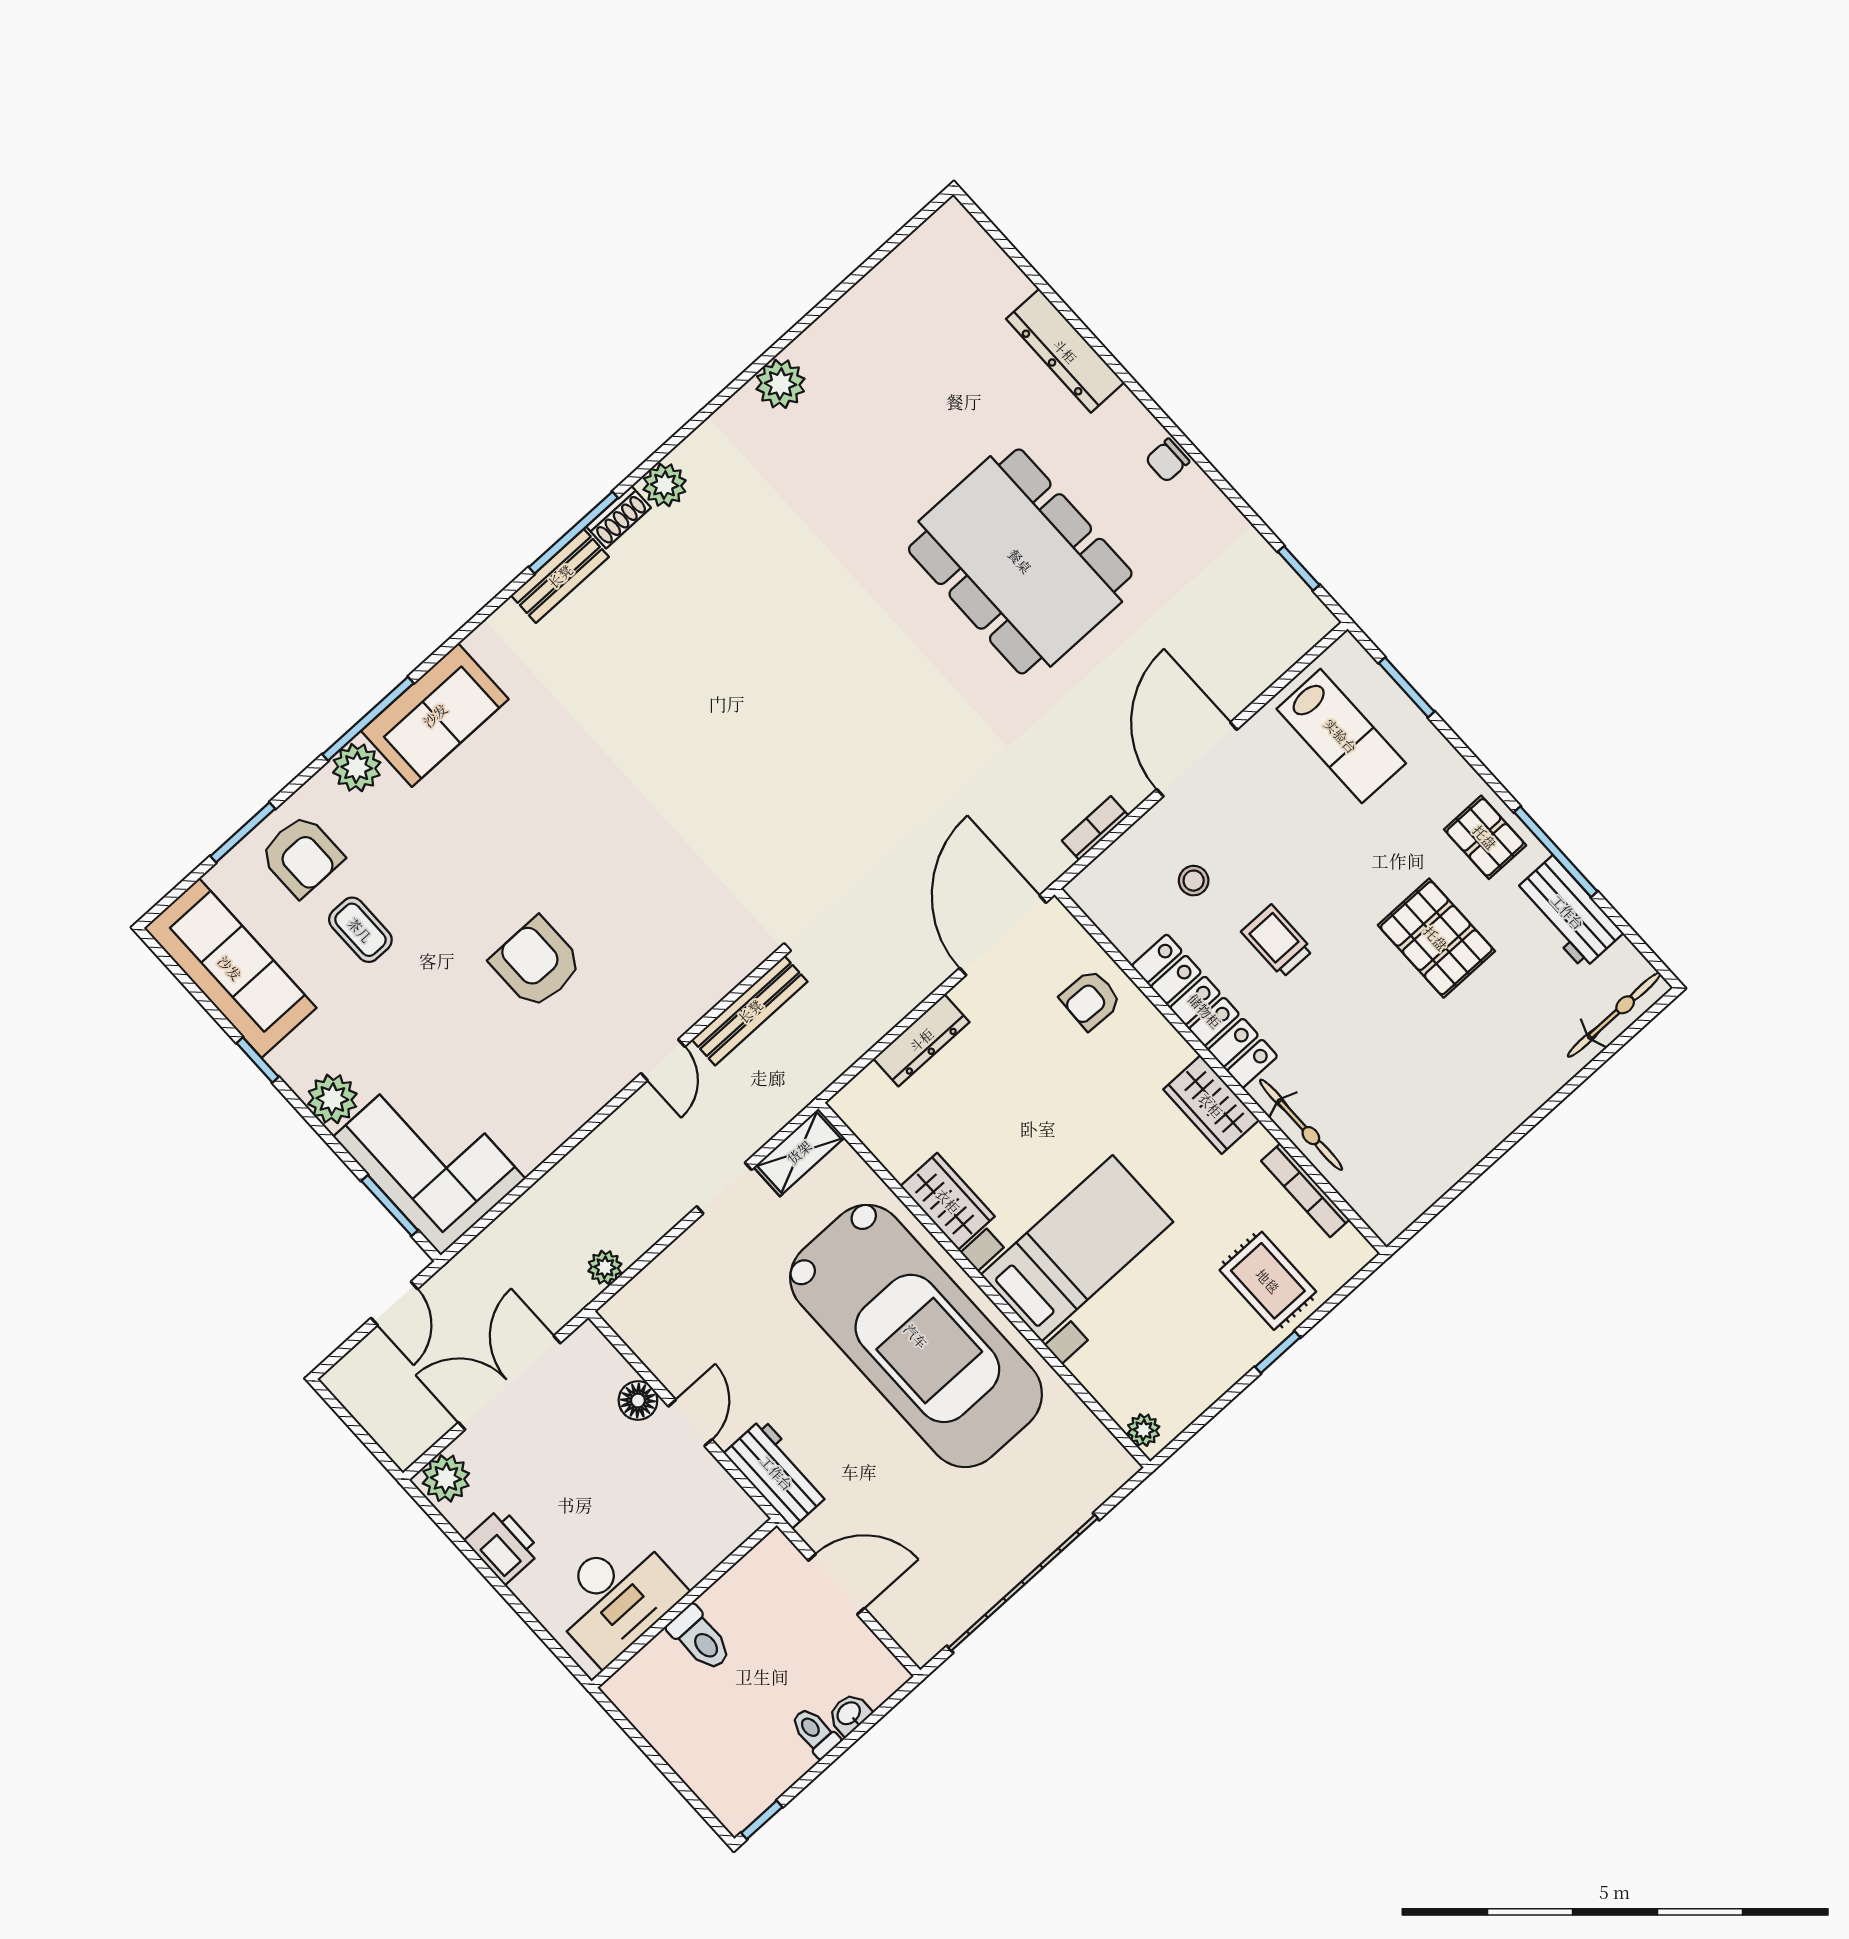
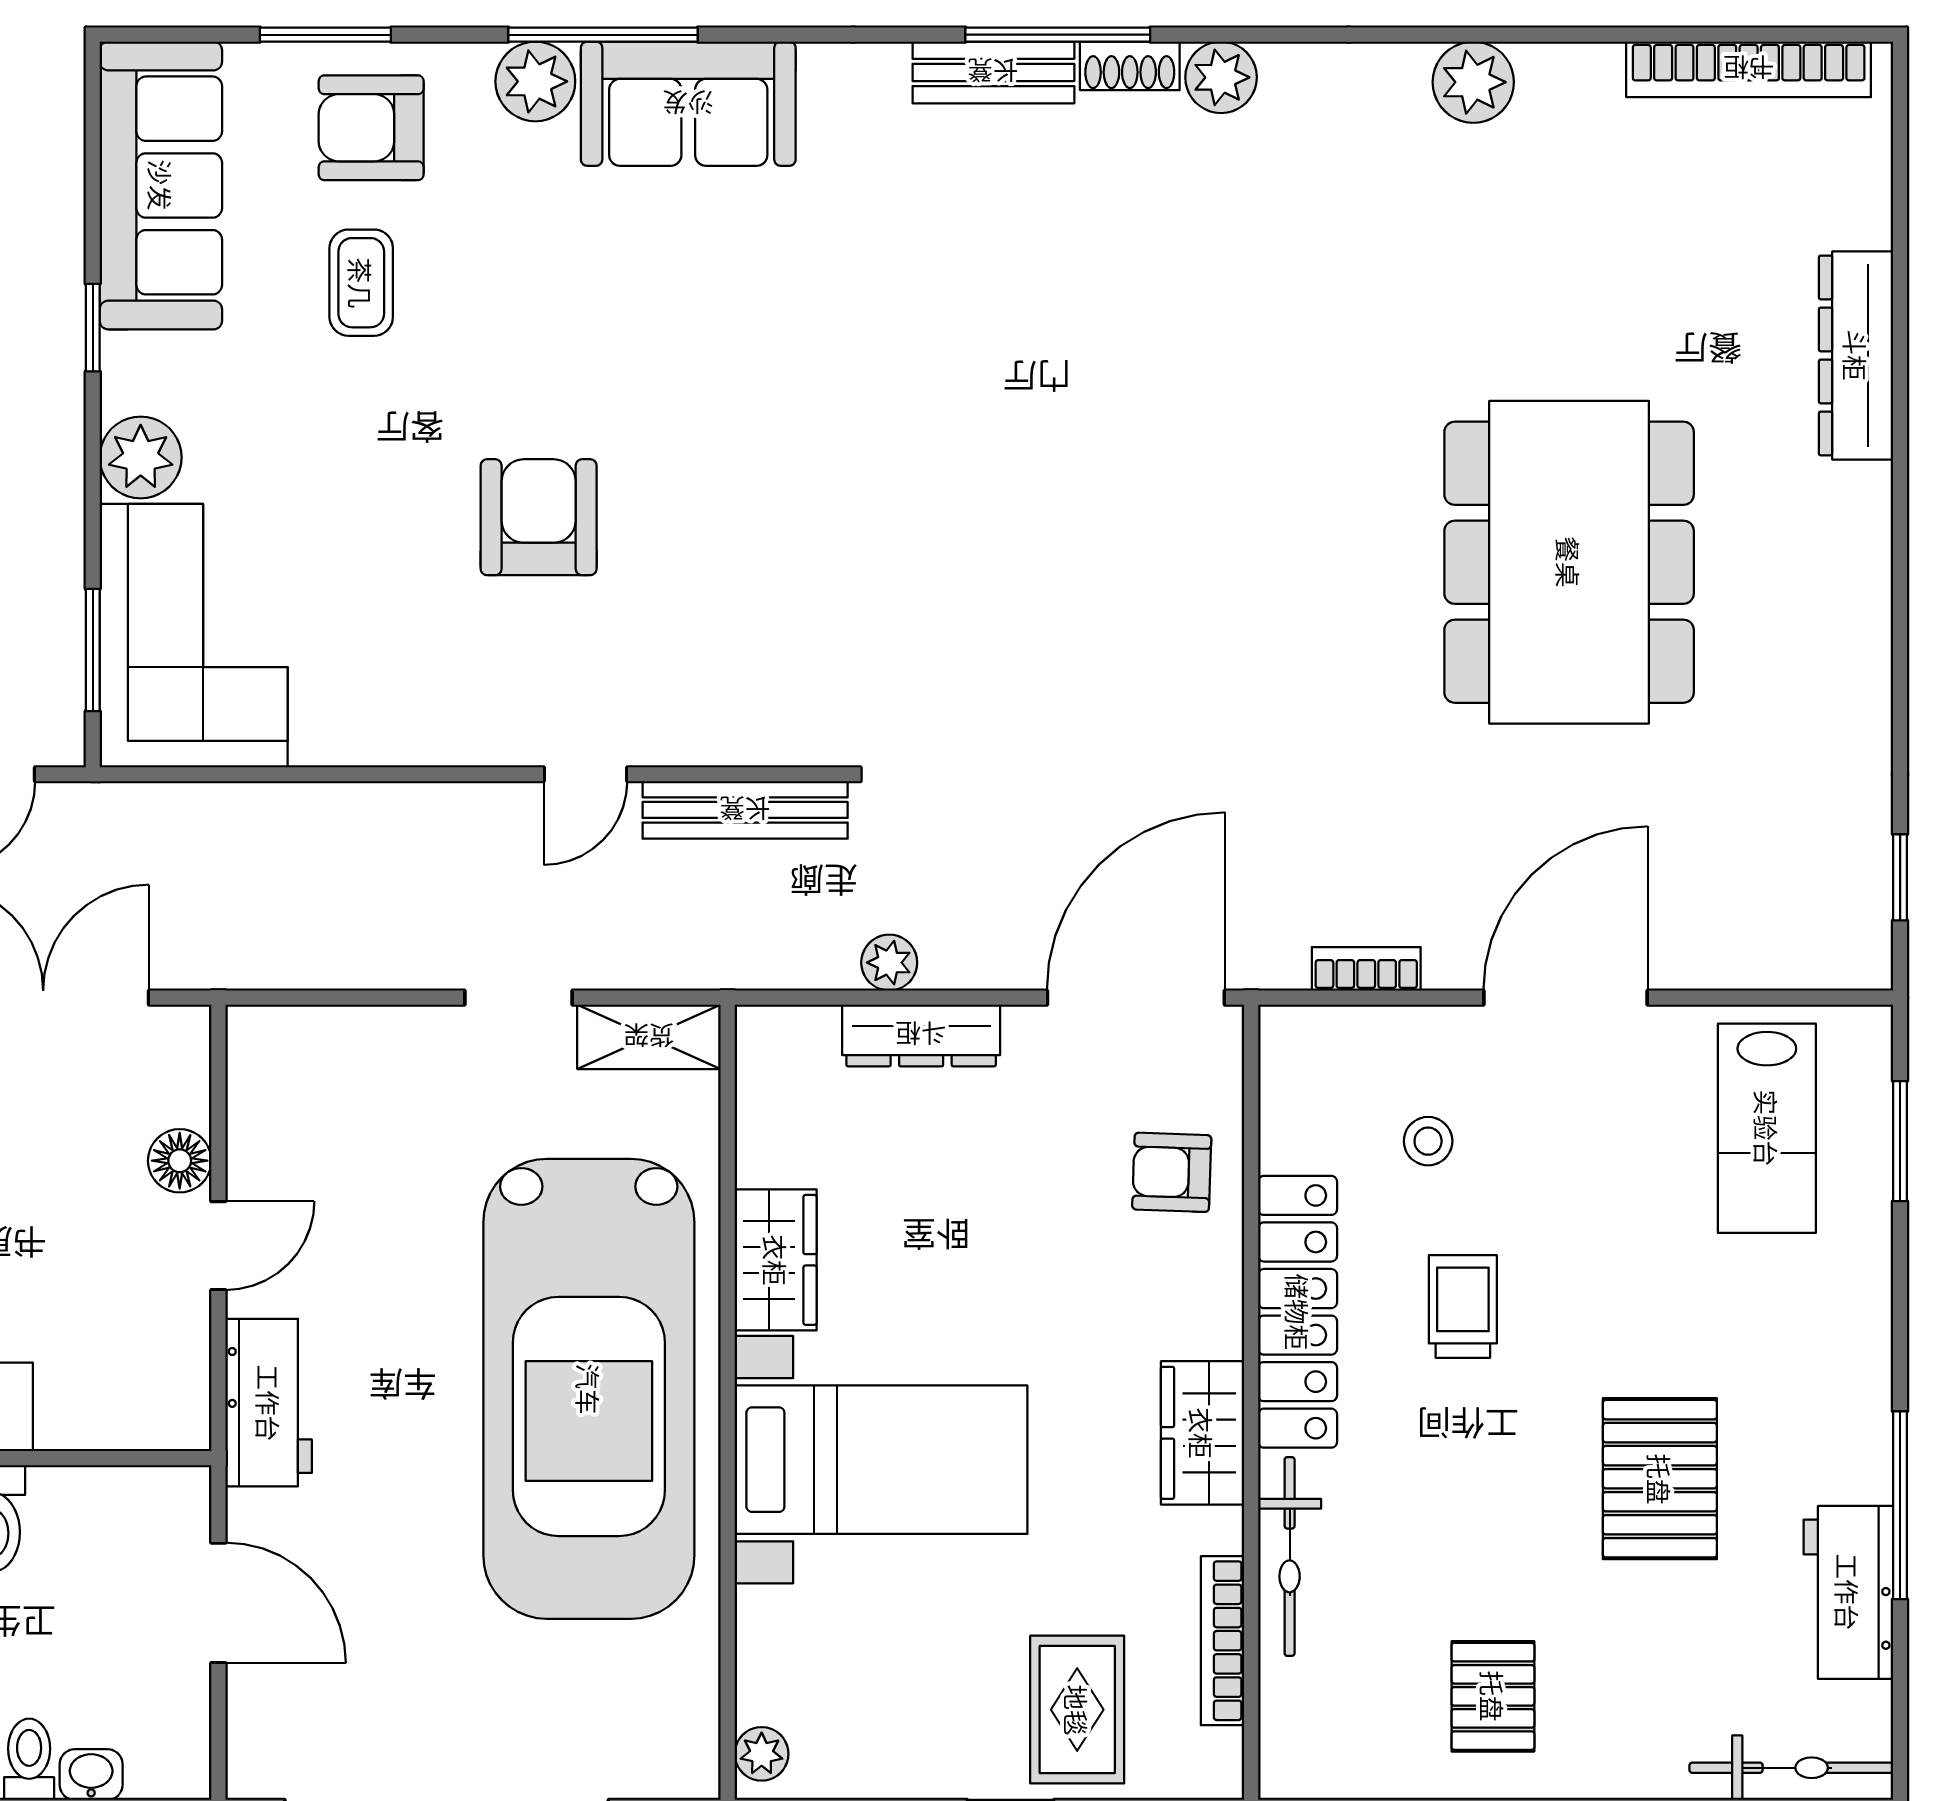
bookcase: (900, 265) -> (1749, 69), added
chair: (1167, 460) -> (1859, 602), removed
pallet: (1485, 837) -> (1493, 1696), moved
armchair: (301, 856) -> (371, 128), turned 90
plant: (605, 1267) -> (889, 963), moved

